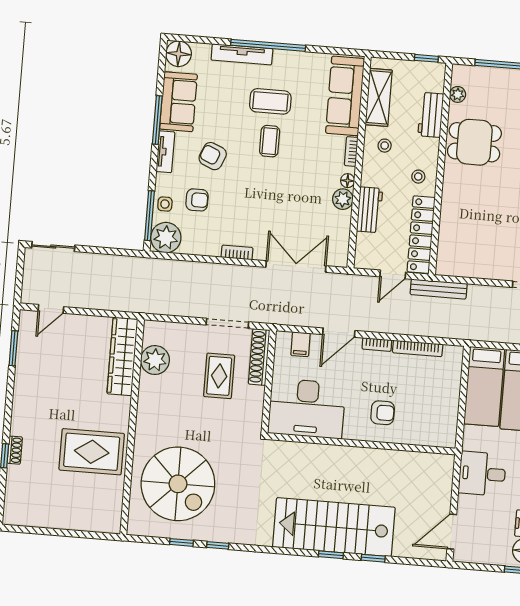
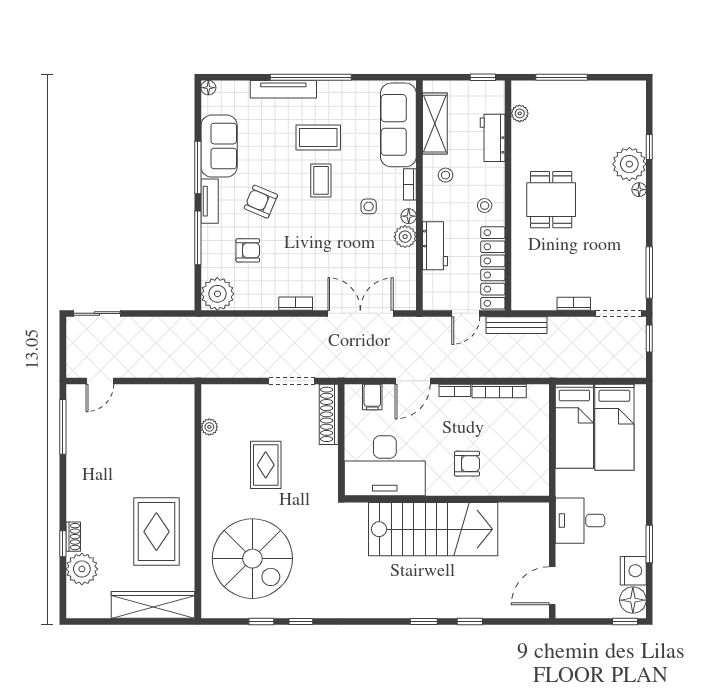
floor lamp: (179, 54) -> (208, 88), width x0.53, depth x0.53
dining table: (474, 142) -> (551, 200), moved, turned 90
side table: (165, 204) -> (369, 206), moved
window: (149, 216) -> (198, 238), moved
bookcase: (493, 274) -> (574, 304), added
window: (13, 348) -> (63, 427), width x1.44
wardrobe: (122, 356) -> (153, 605), moved, turned 90
plant: (155, 360) -> (209, 427), width x0.53, depth x0.53
rug: (219, 376) -> (266, 465), moved
rug: (92, 452) -> (156, 532), turned 90
plant: (20, 481) -> (82, 569), added
stairs: (334, 527) -> (433, 529), moved, turned 180

